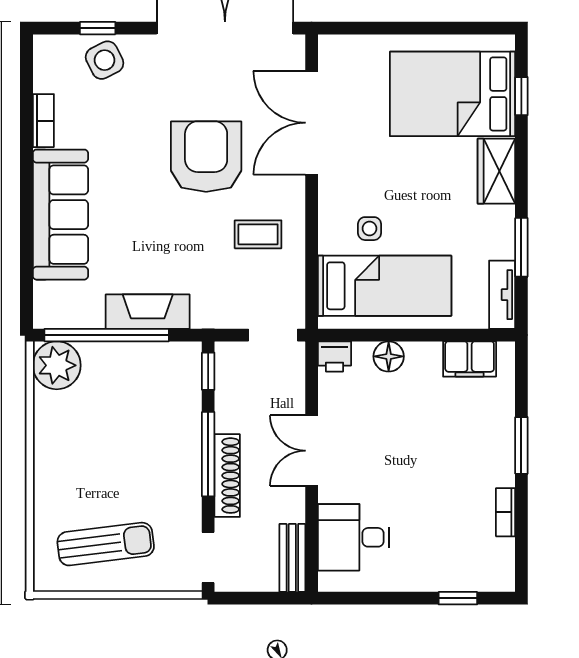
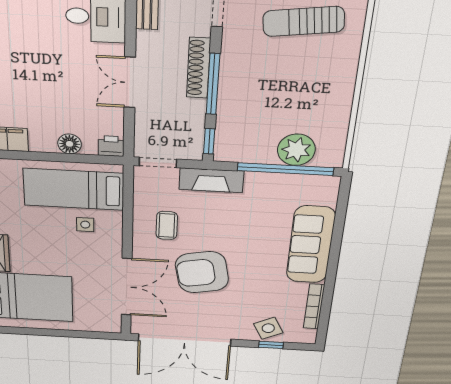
bookcase: (43, 121) -> (314, 307), width x1.56
armchair: (206, 157) -> (202, 272), turned 79
coffee table: (258, 234) -> (167, 225), turned 90
fireplace: (148, 312) -> (211, 180), moved
plant: (57, 365) -> (296, 150), moved
double door: (312, 451) -> (130, 83), swing flipped

